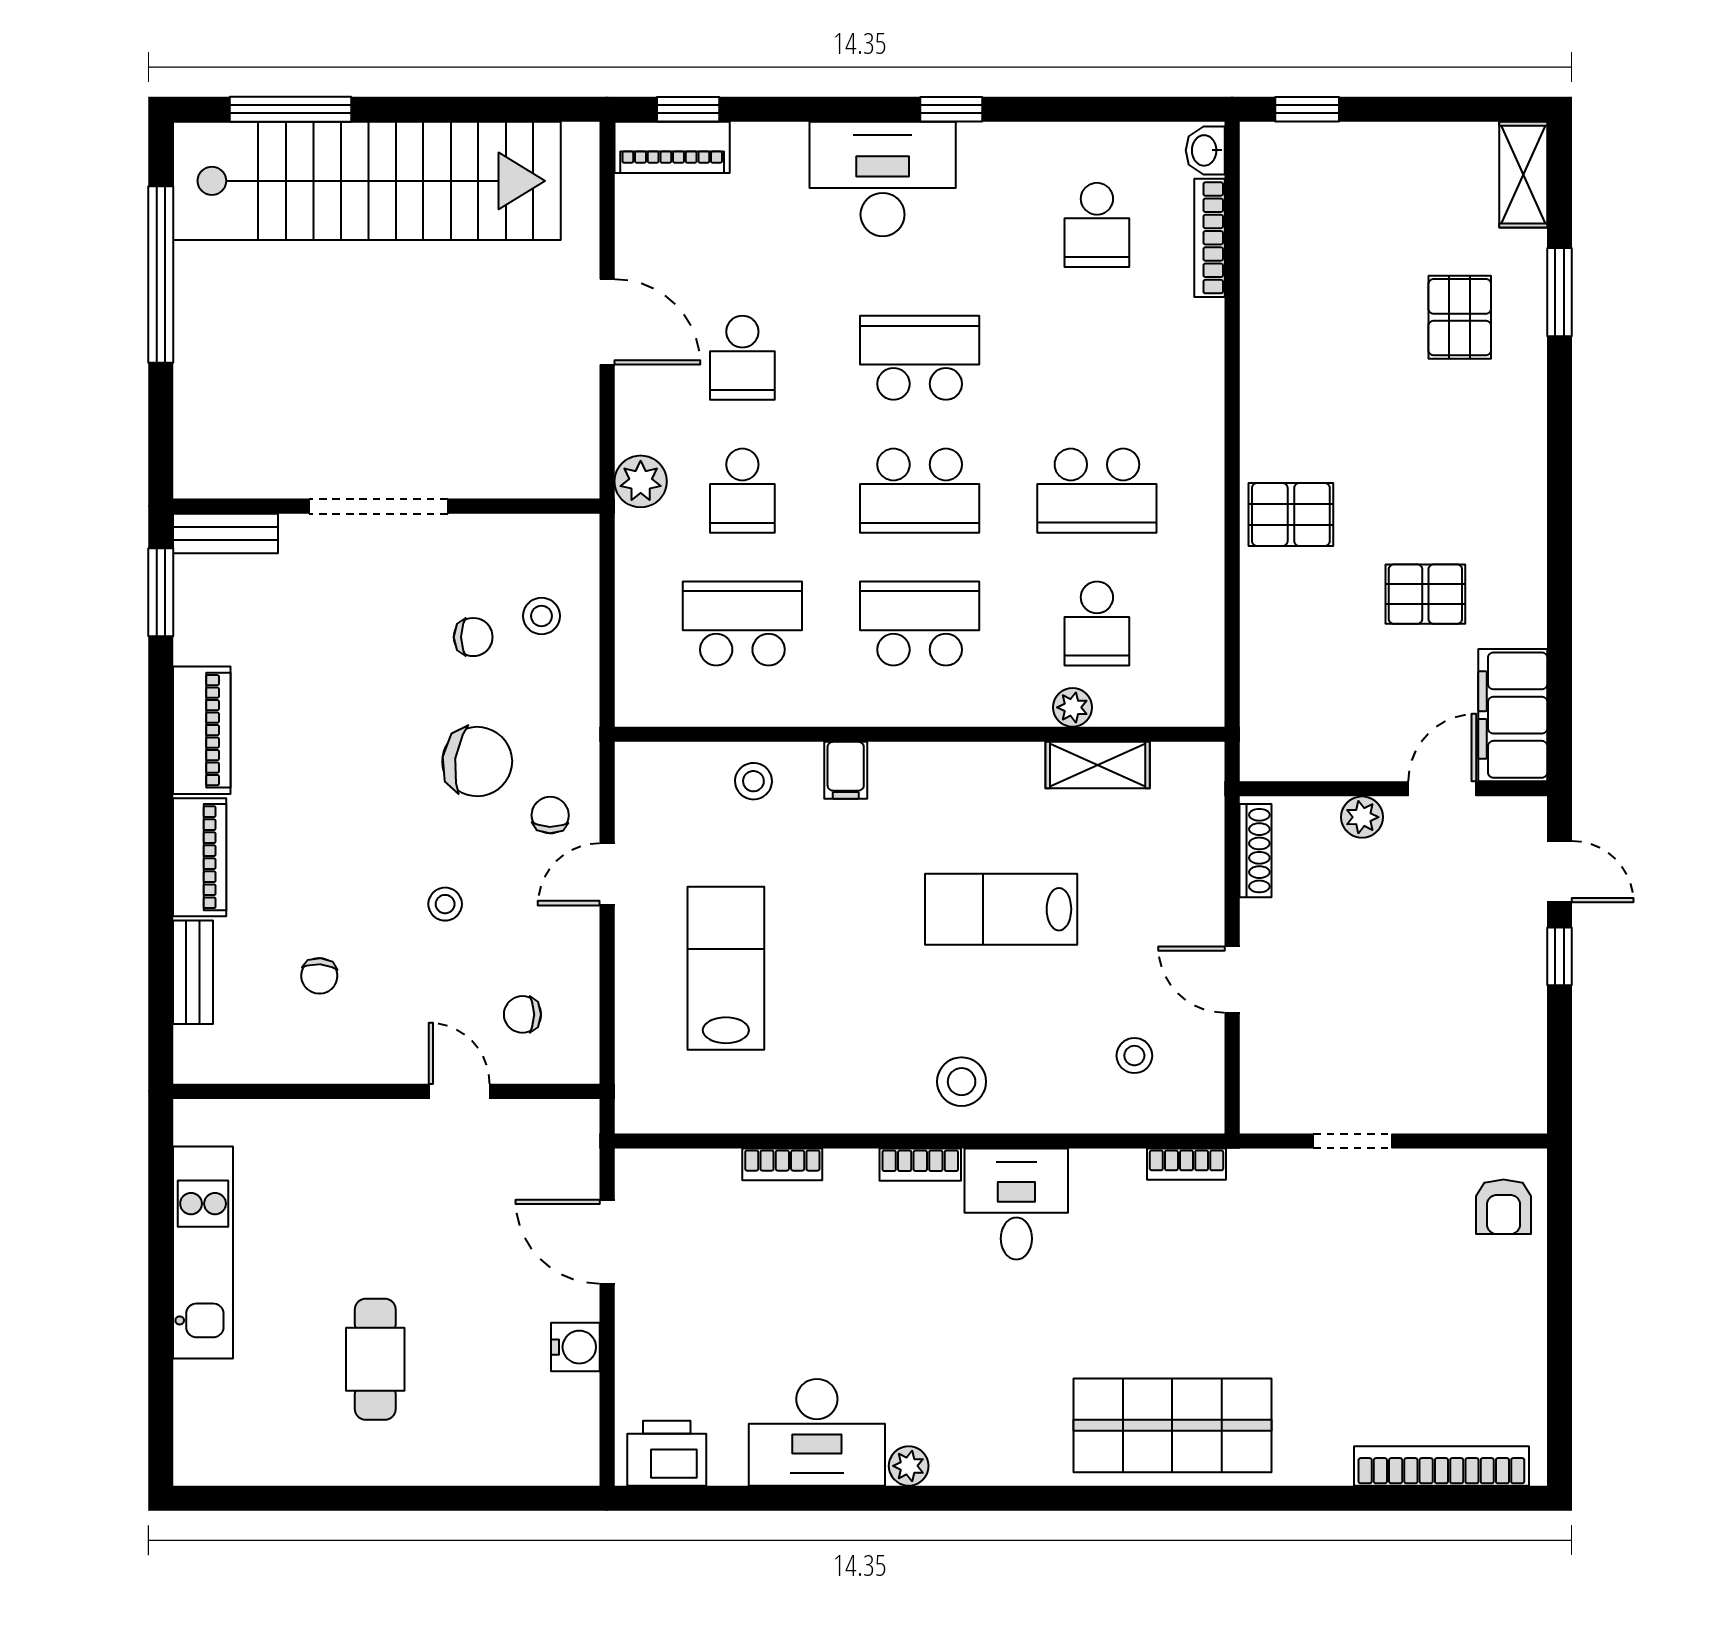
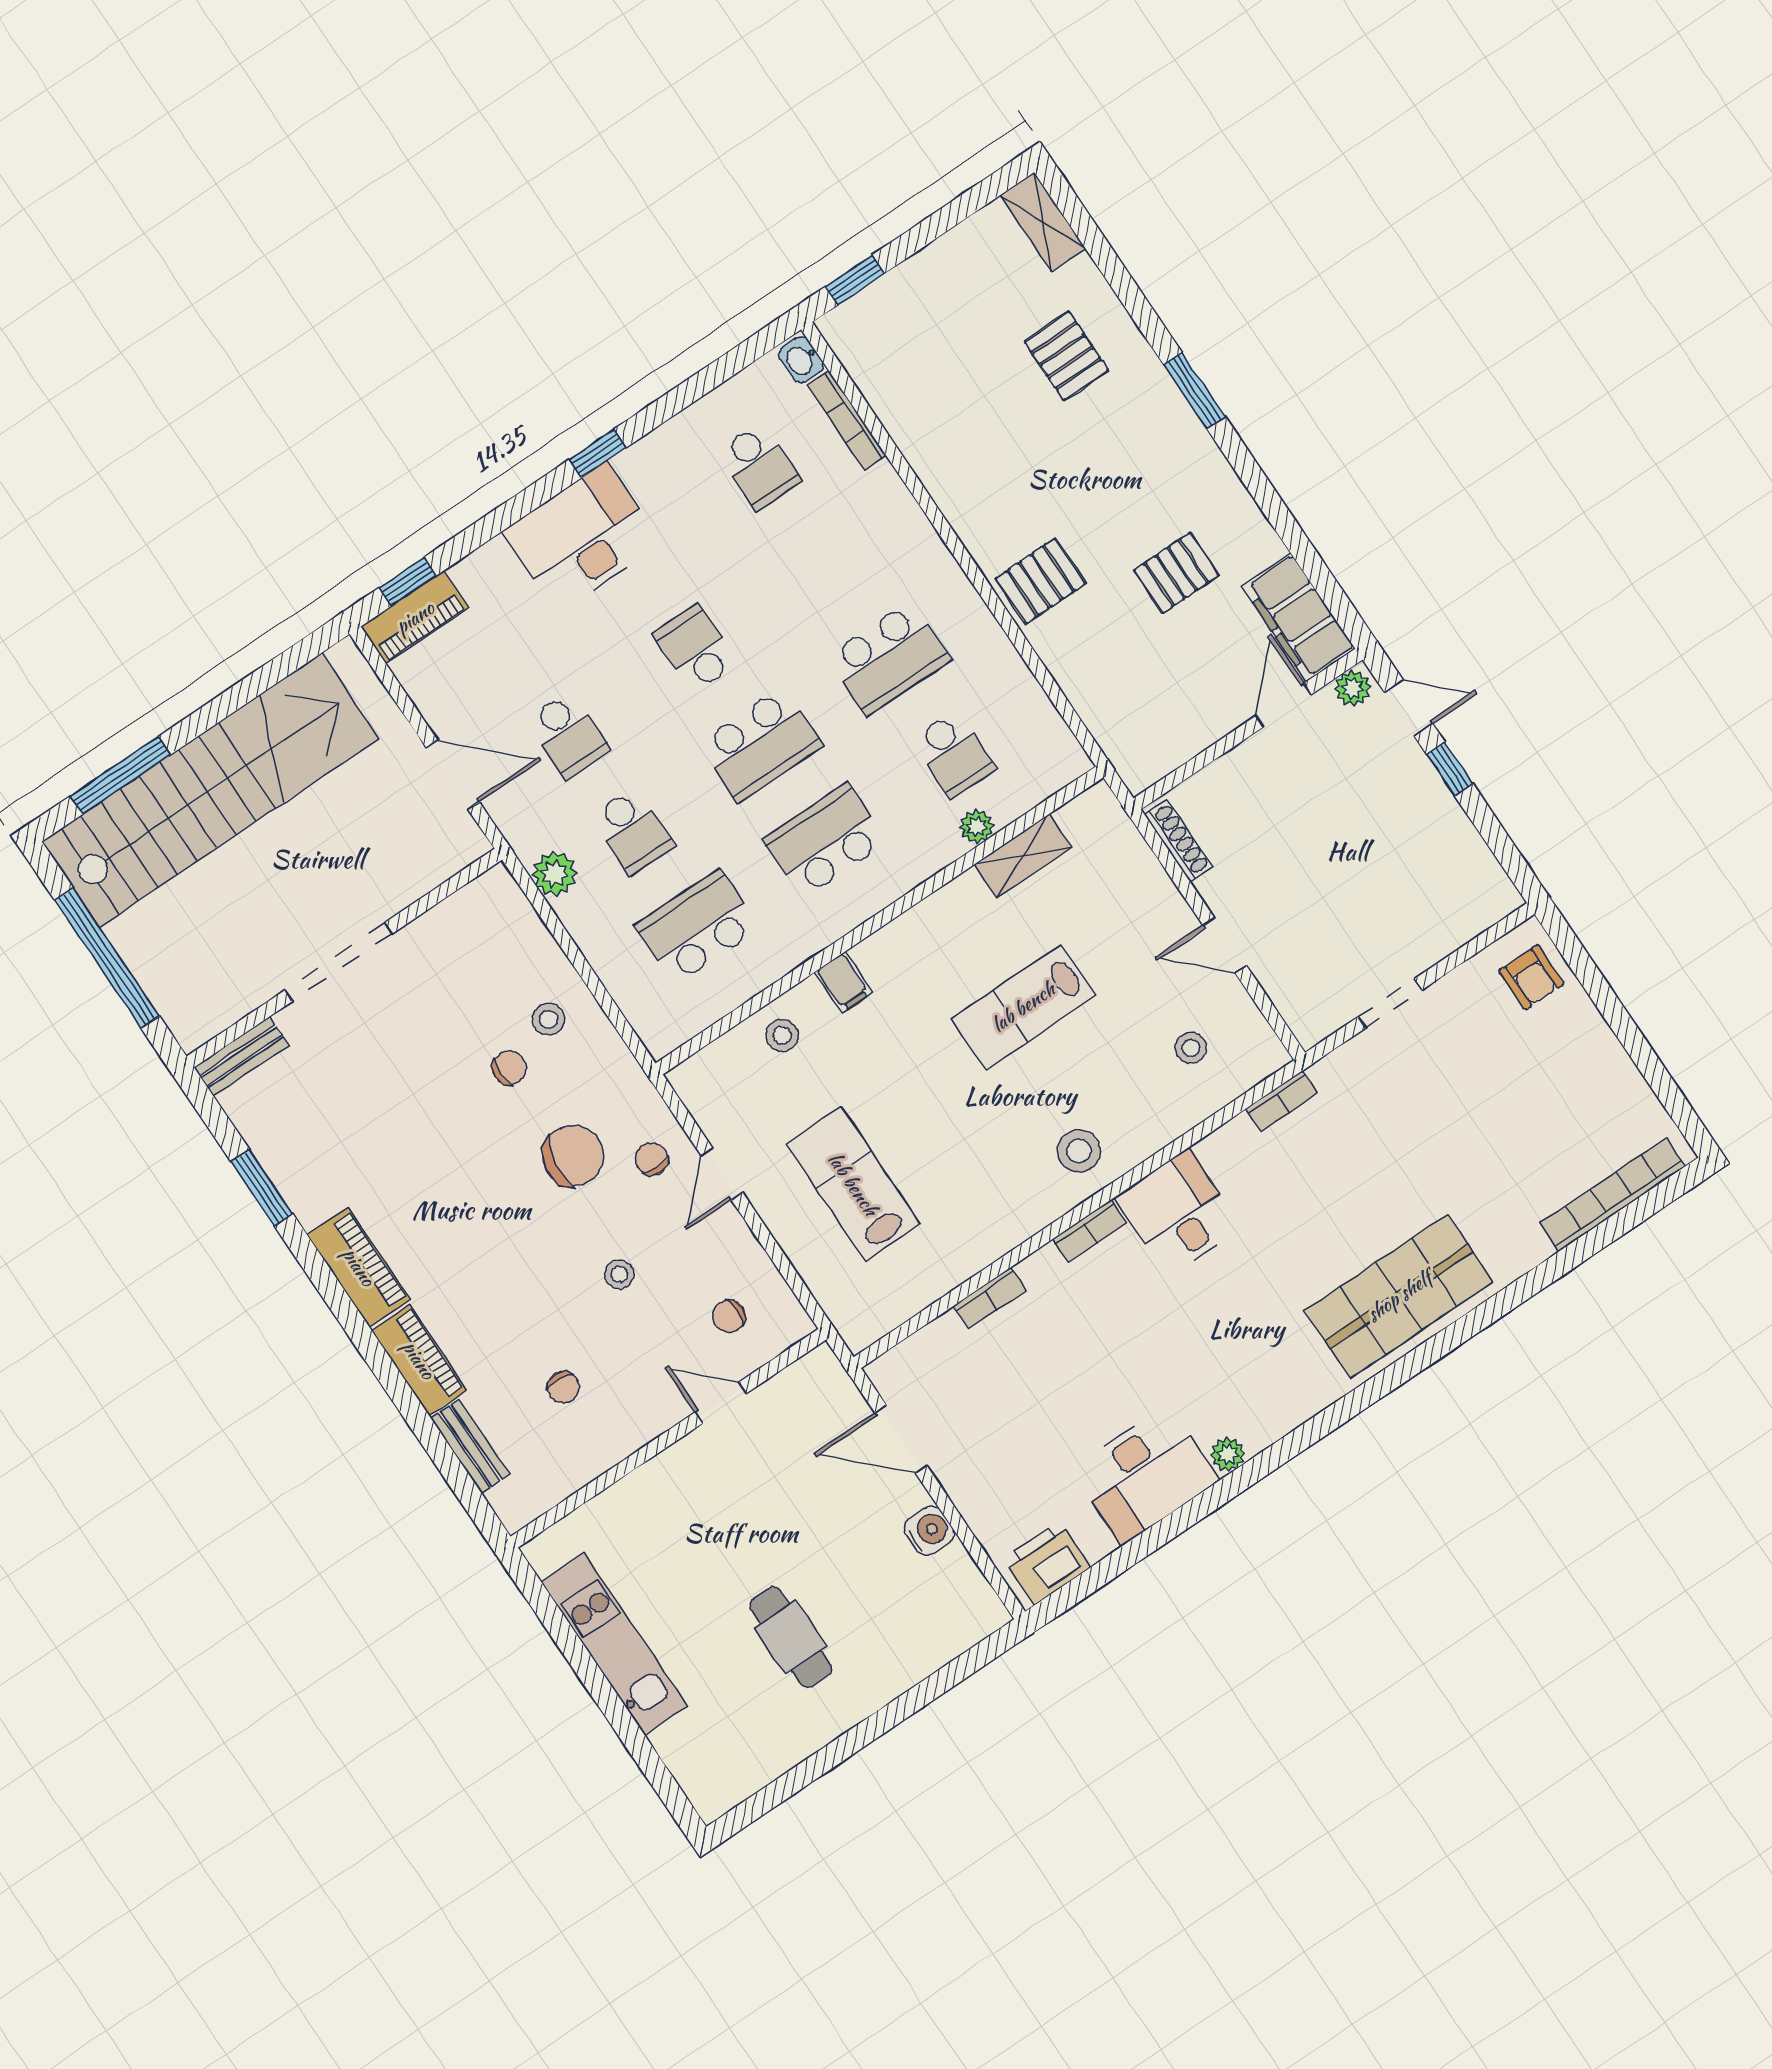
window: (1560, 292) -> (1195, 391), moved
school desk: (920, 358) -> (696, 648), width x0.54
doorway: (378, 506) -> (339, 962), moved
wall: (386, 506) -> (344, 958), moved
bench: (225, 533) -> (241, 1056), moved
plant: (1362, 817) -> (1353, 688), moved

